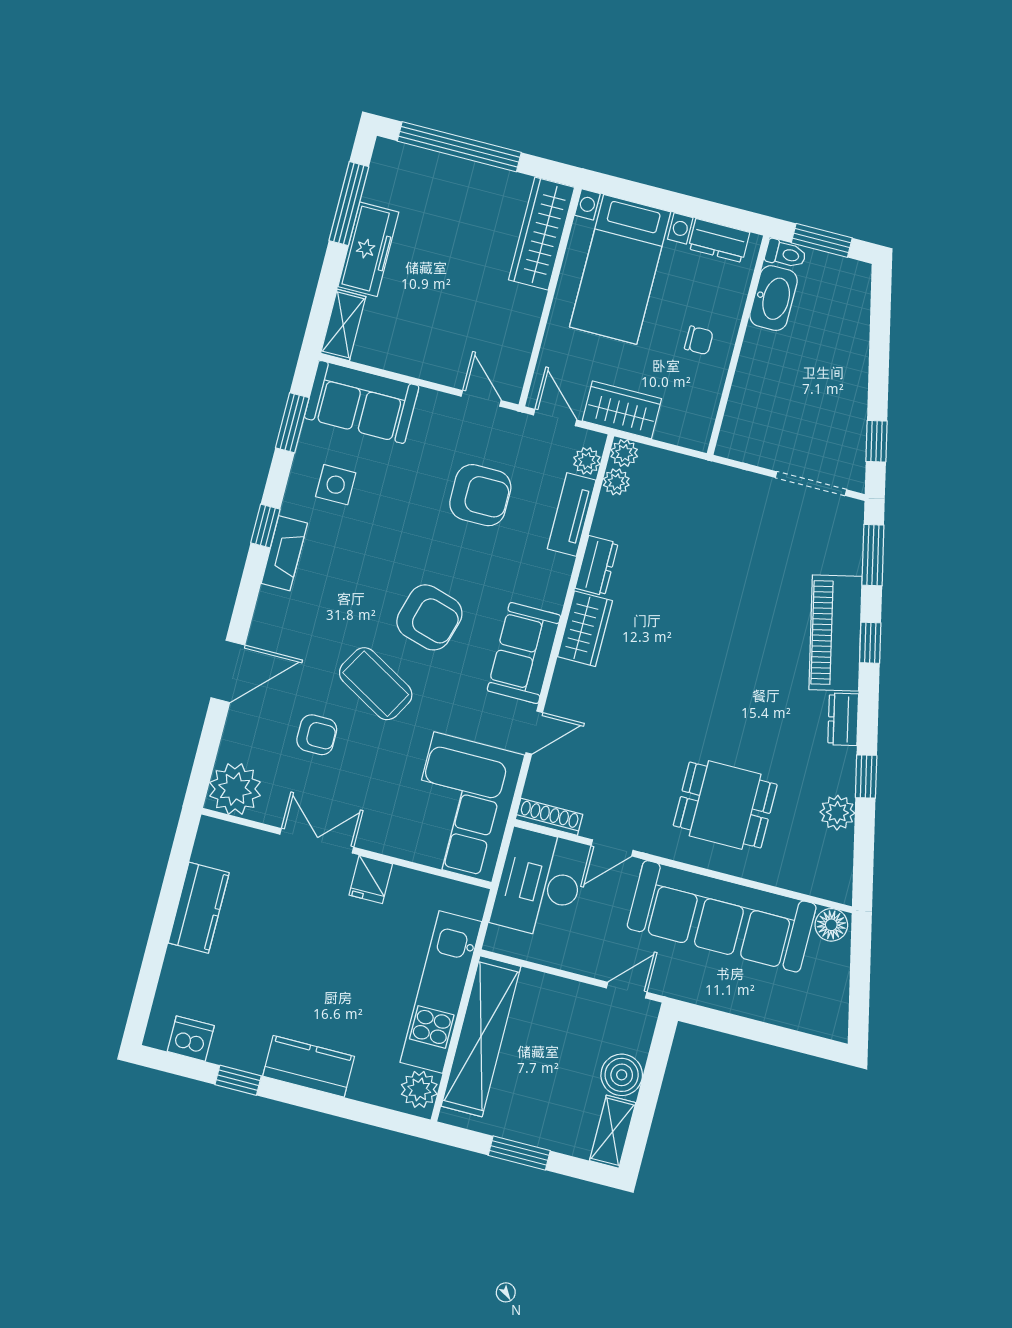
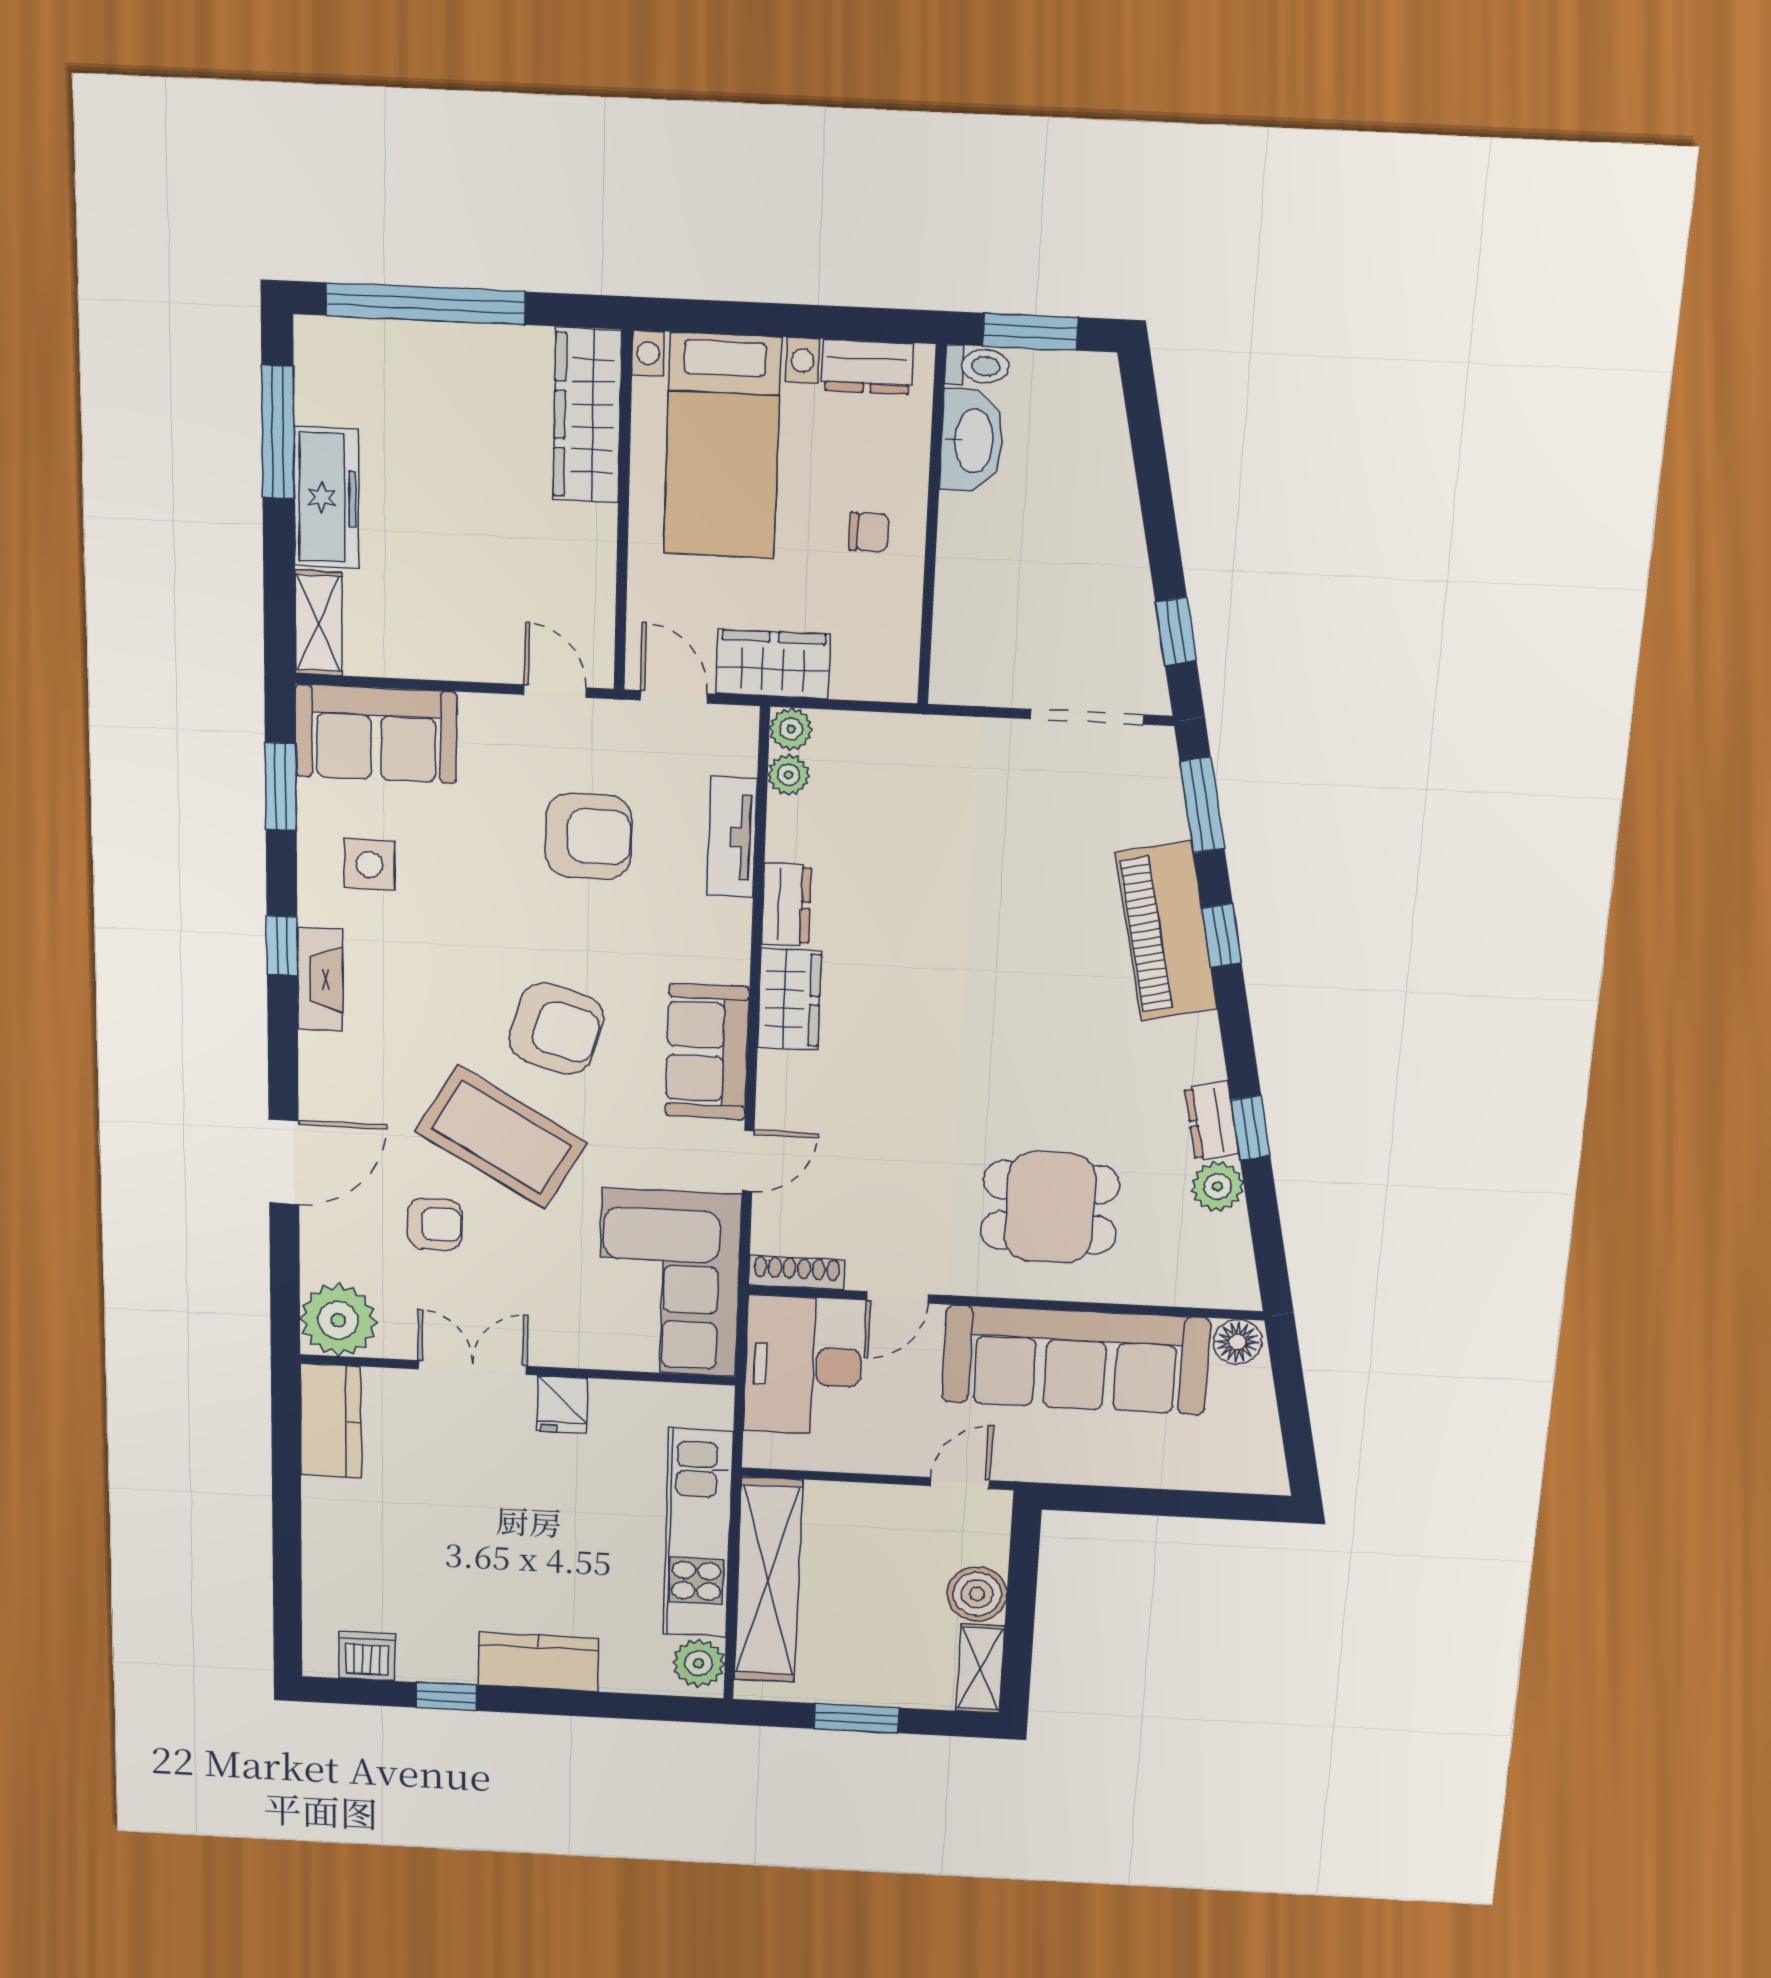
plant: (587, 461) -> (737, 752), removed
coffee table: (376, 684) -> (501, 1137), width x1.36, depth x1.32
dresser: (843, 719) -> (1212, 1121), moved
kitchen counter: (199, 908) -> (331, 1421), moved

